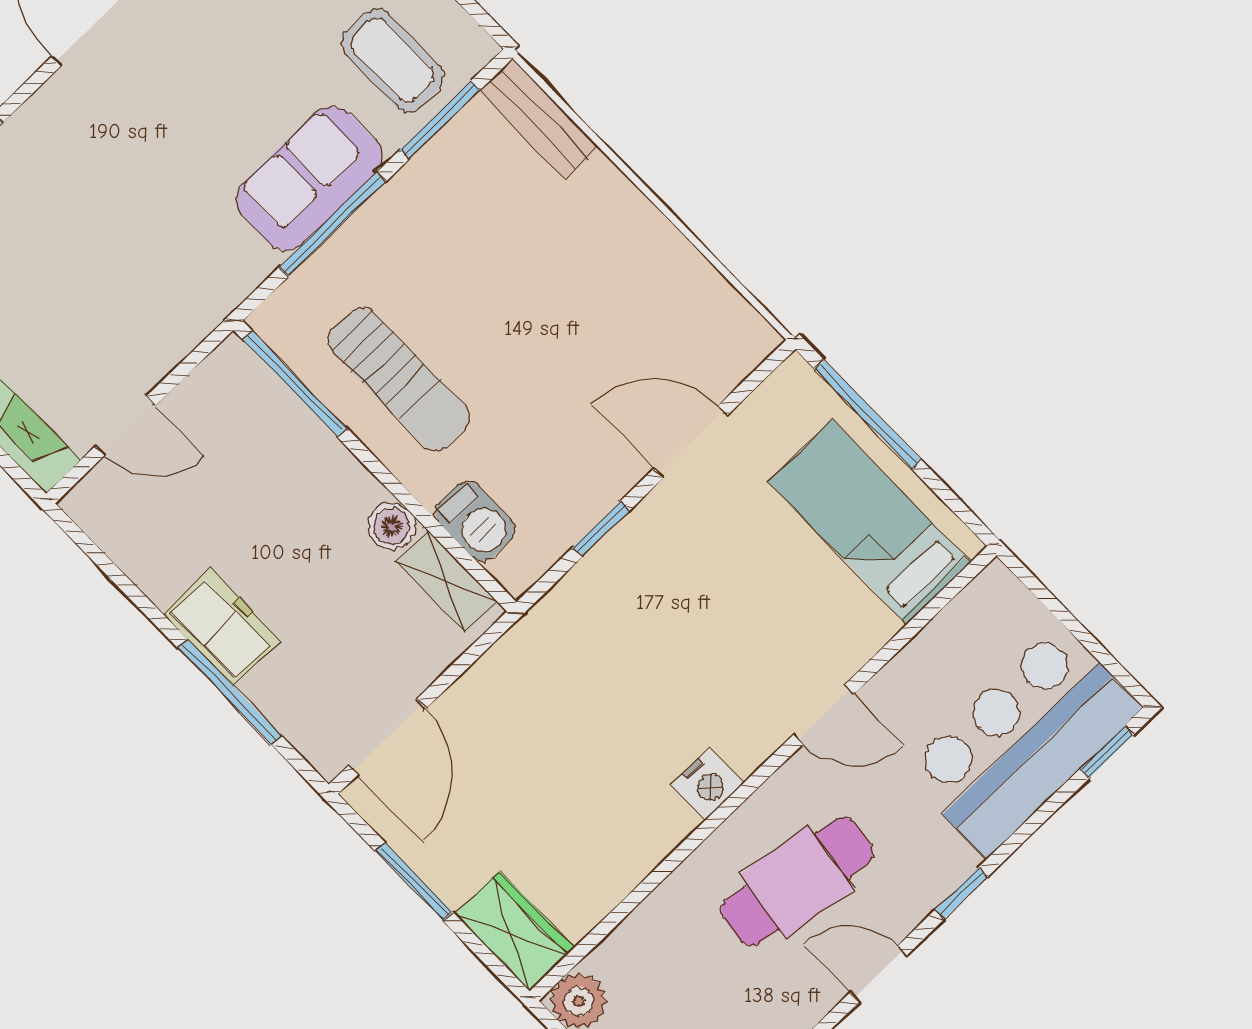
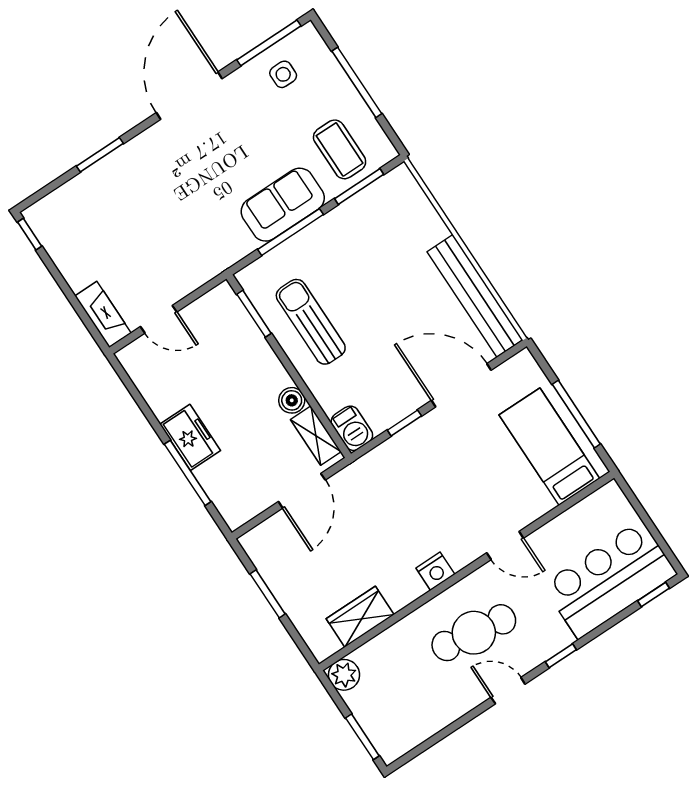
bench: (539, 119) -> (475, 296), moved, width x1.86, depth x1.21
sun lounger: (399, 379) -> (311, 322), turned 180
window: (295, 384) -> (254, 314), width x0.69
window: (868, 415) -> (576, 414), moved
door: (691, 442) -> (461, 385), width x1.36
barbecue: (475, 521) -> (352, 428), moved
door: (387, 737) -> (302, 491), moved
wardrobe: (515, 931) -> (360, 617), moved, turned -90

